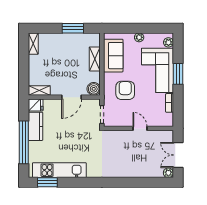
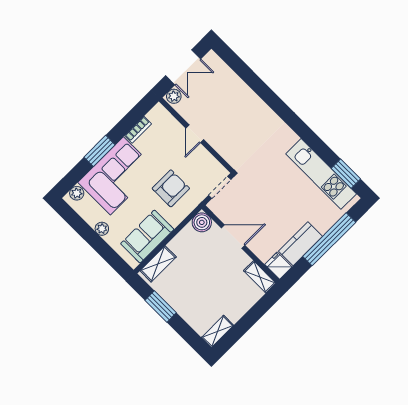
shelving: (95, 59) -> (158, 264), moved
armchair: (125, 90) -> (171, 188), turned 180
plant: (168, 173) -> (174, 96), moved

